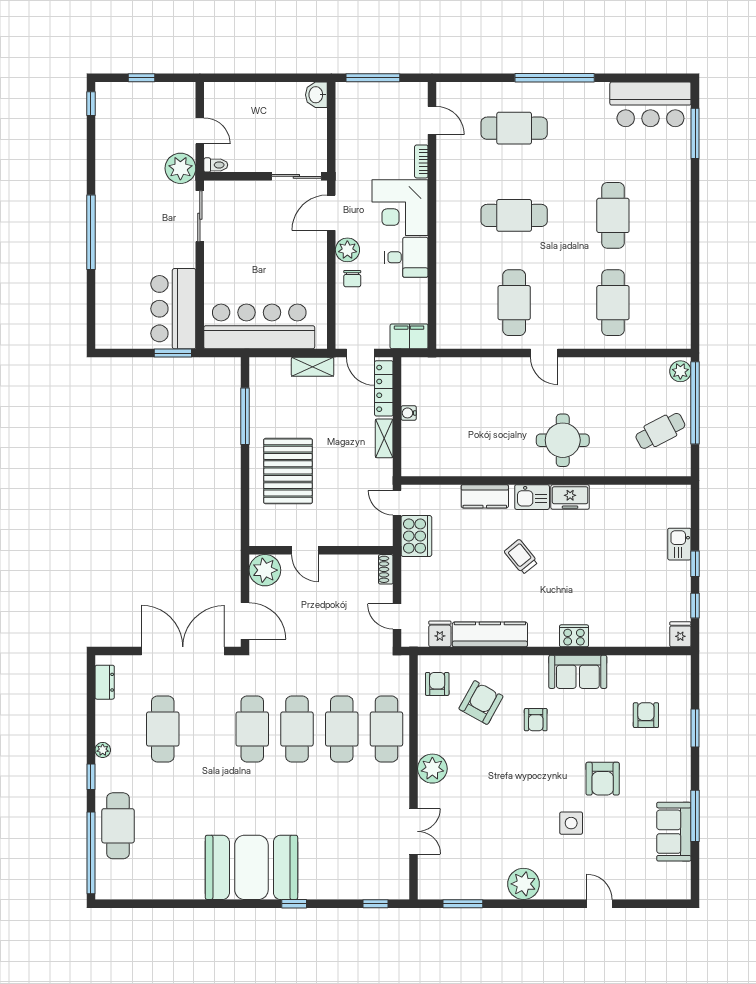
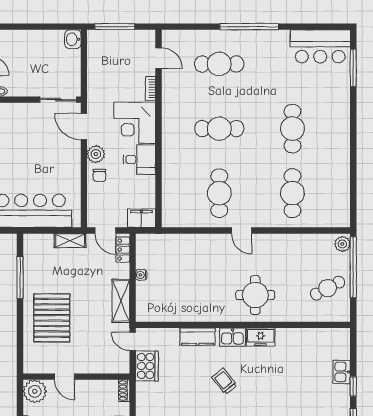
door: (331, 213) -> (84, 127), hinge flipped
locker: (384, 388) -> (123, 250), width x0.66
shelving: (384, 438) -> (121, 301), width x1.50, depth x1.33

